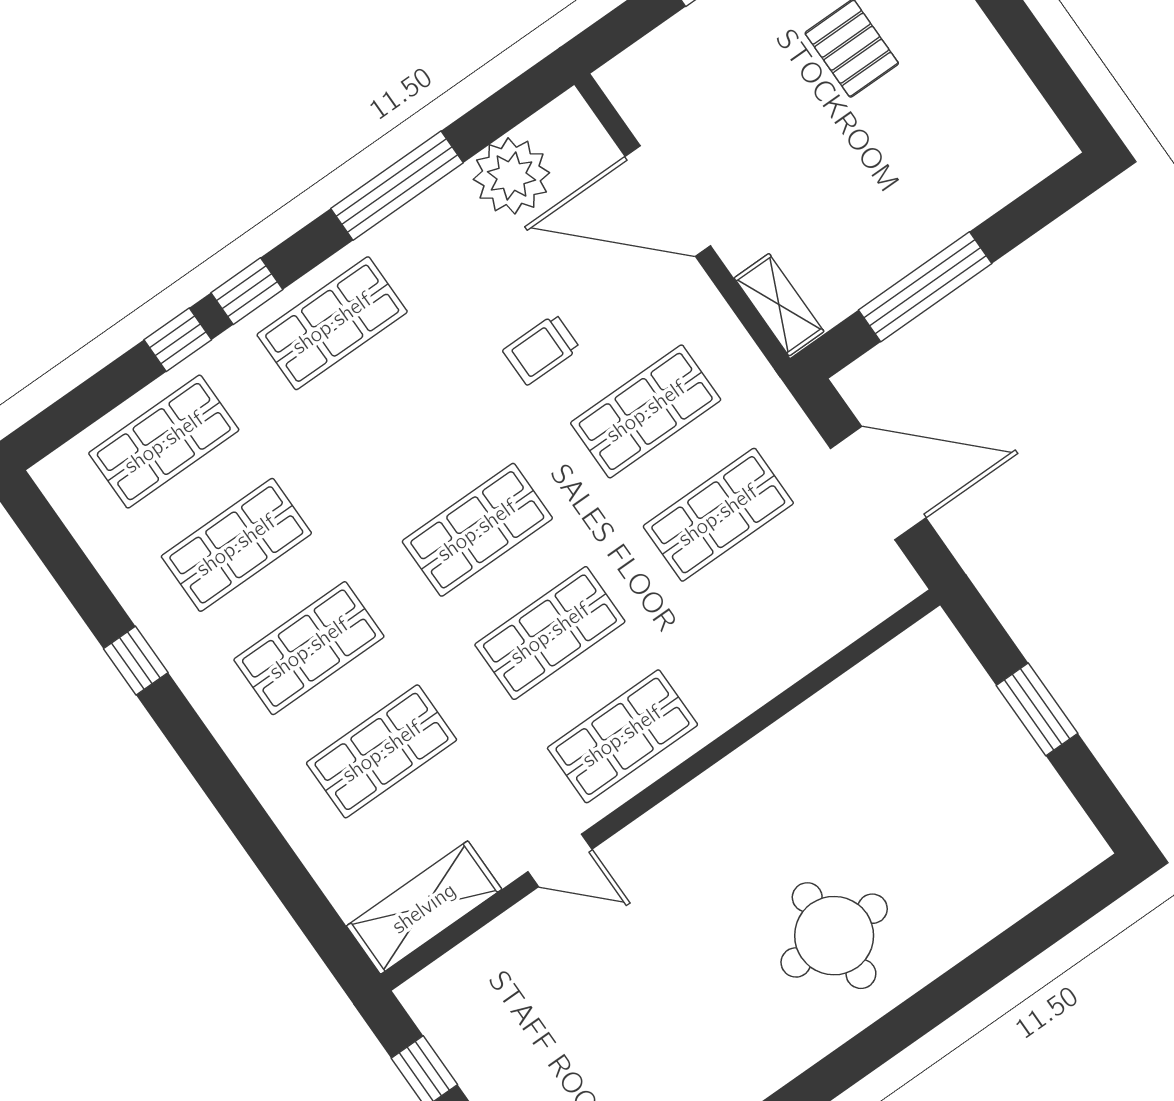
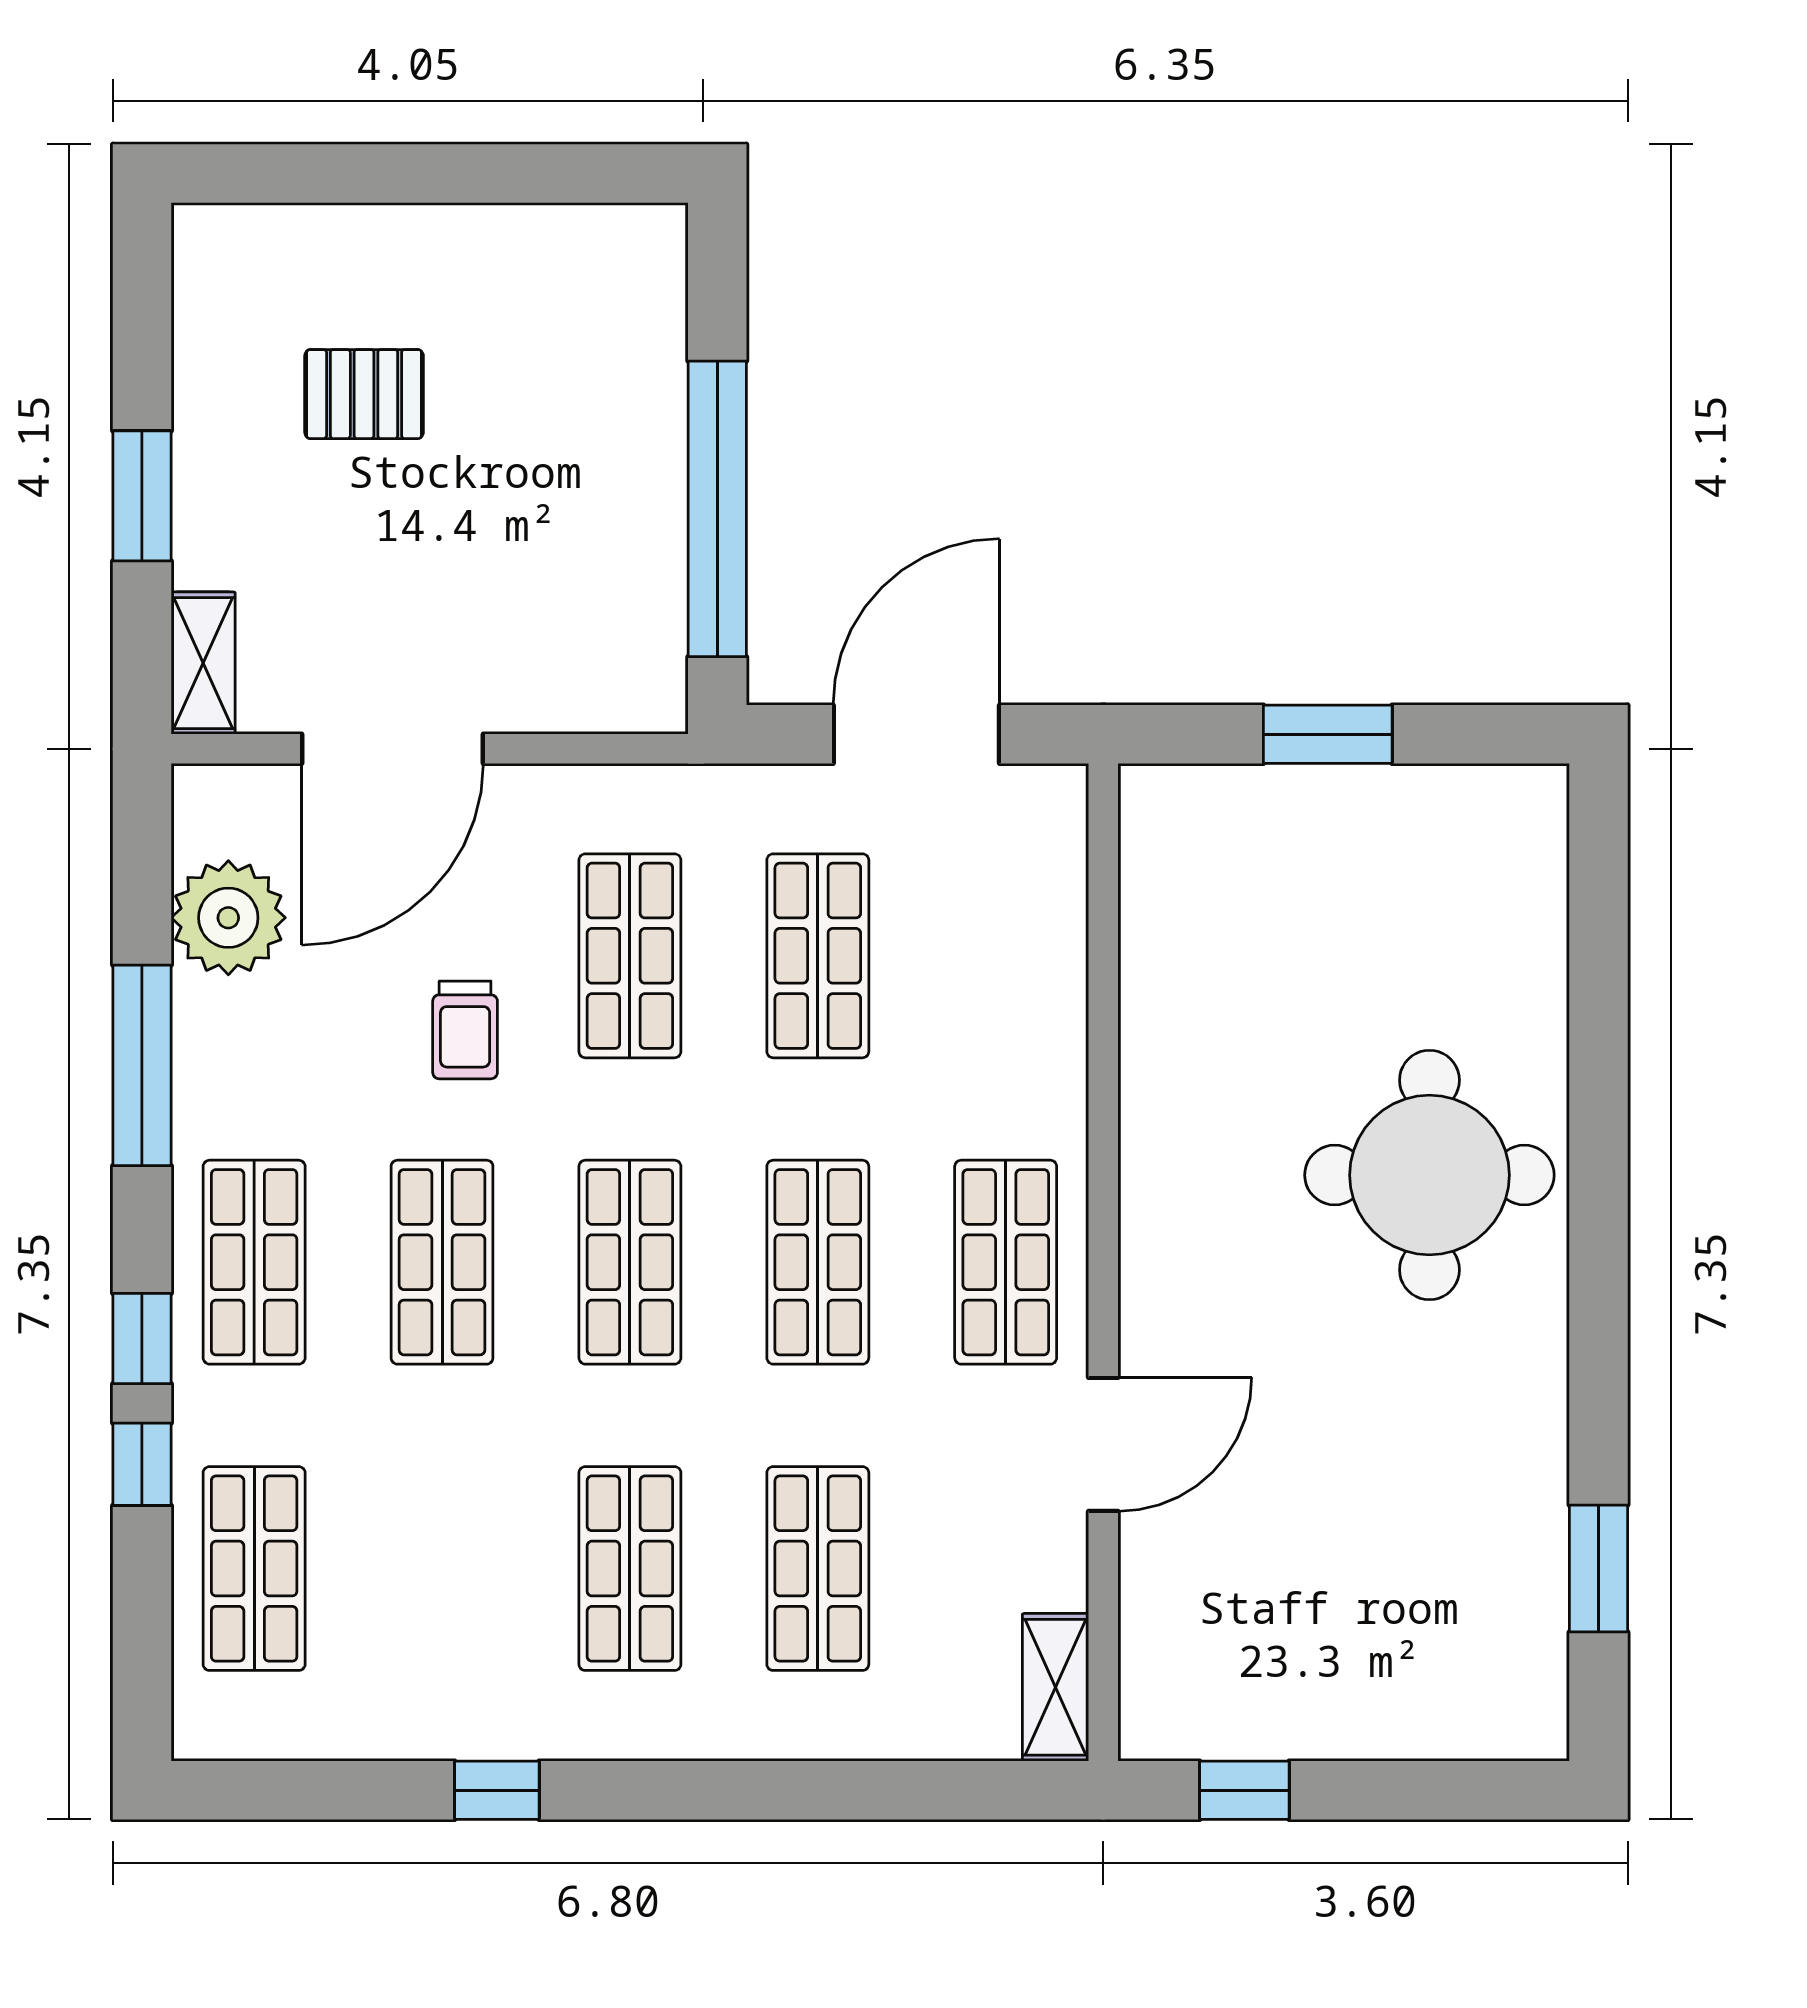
window: (925, 287) -> (717, 509), width x1.46
shelving: (779, 305) -> (203, 663), moved, turned 90
shop shelf: (236, 545) -> (442, 1262), moved
door: (560, 860) -> (1103, 1444), width x1.38
shelving: (424, 908) -> (1056, 1687), width x0.67, depth x0.75
round table: (834, 936) -> (1429, 1175), width x1.36, depth x1.36

